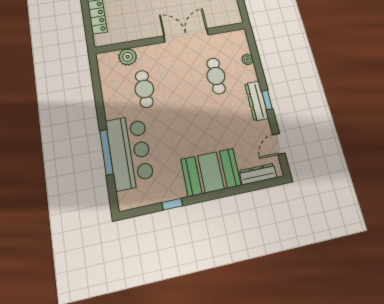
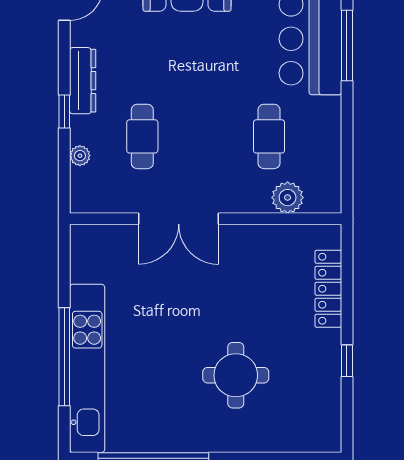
window: (267, 100) -> (64, 111), moved

